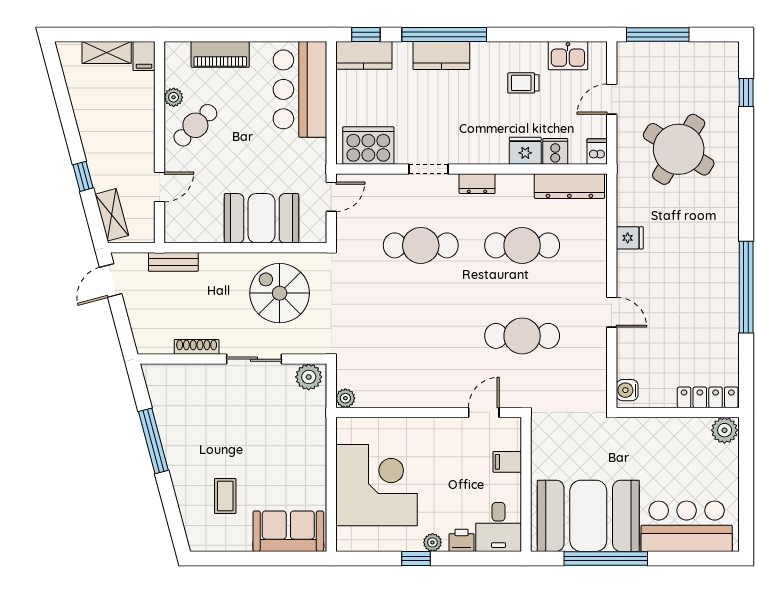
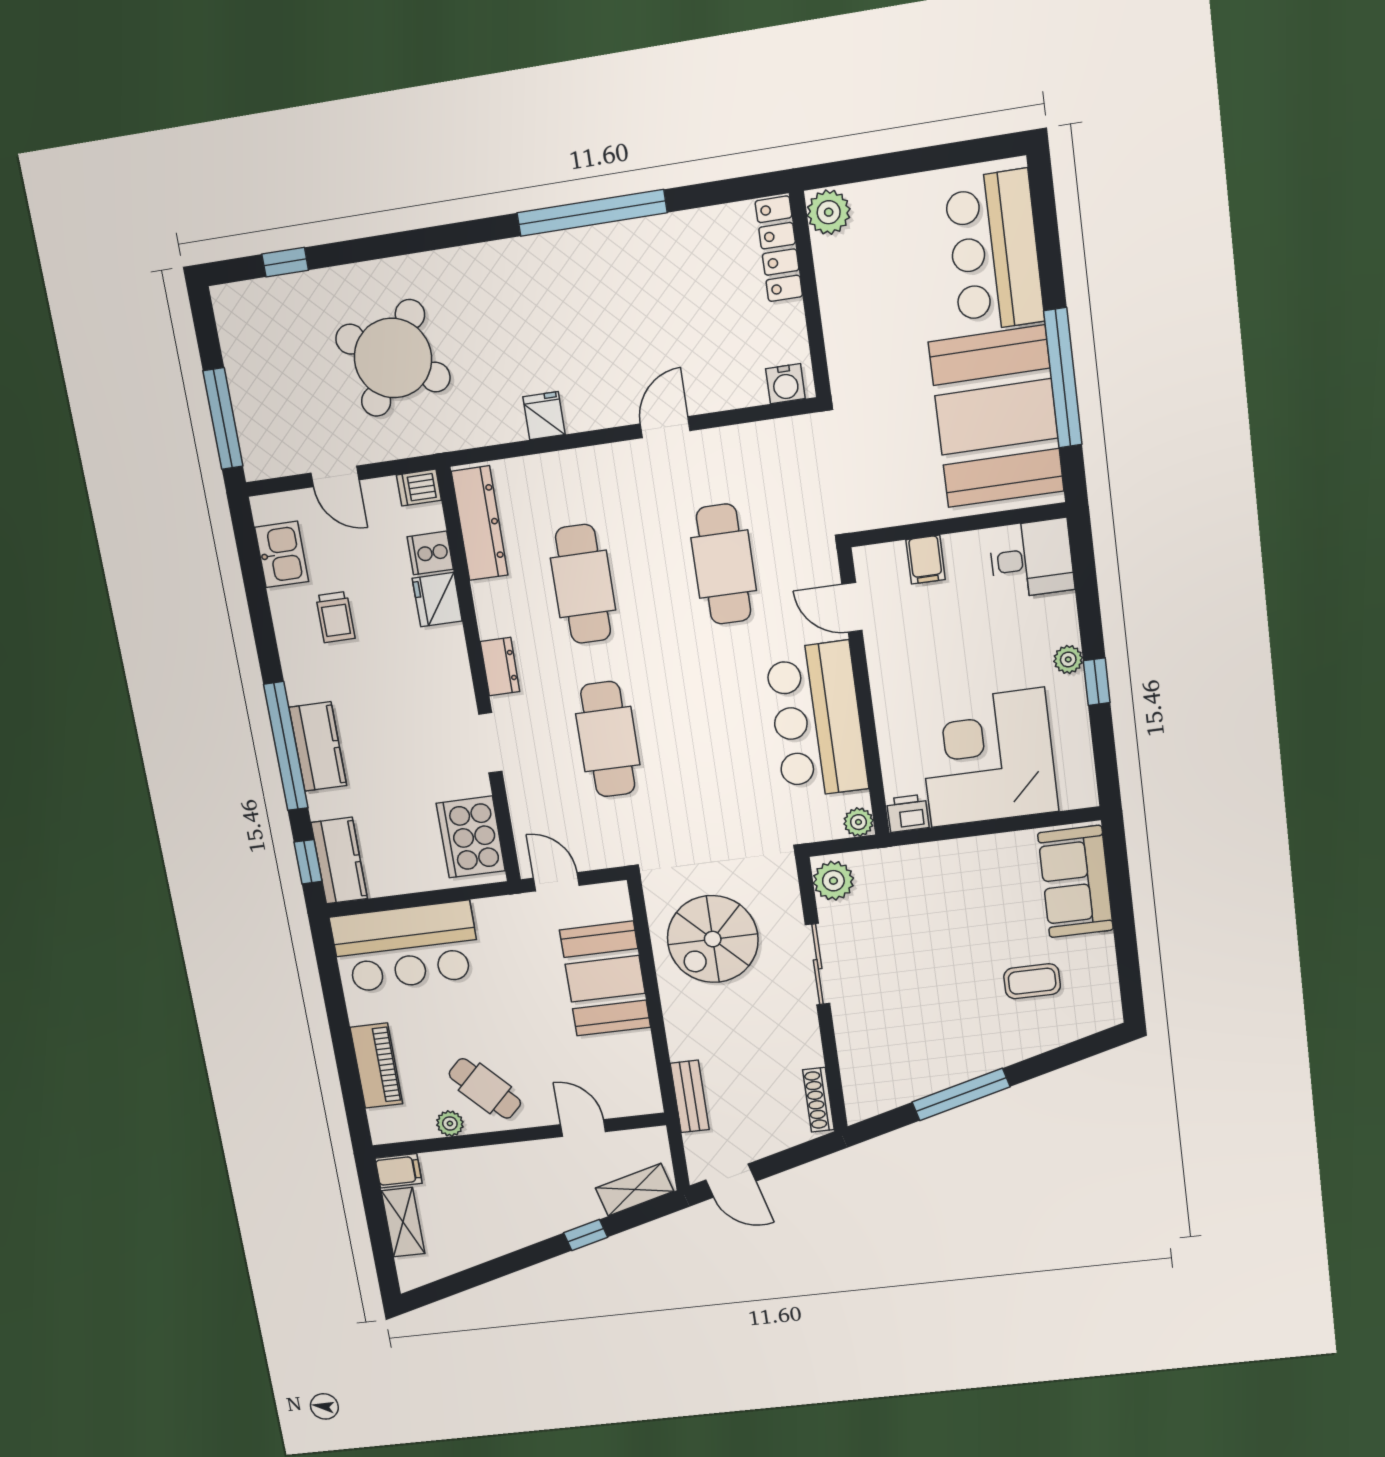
shoe rack: (197, 347) -> (818, 1100), moved
bar counter: (415, 381) -> (817, 720), added
printer: (462, 540) -> (908, 813), moved, turned 90

